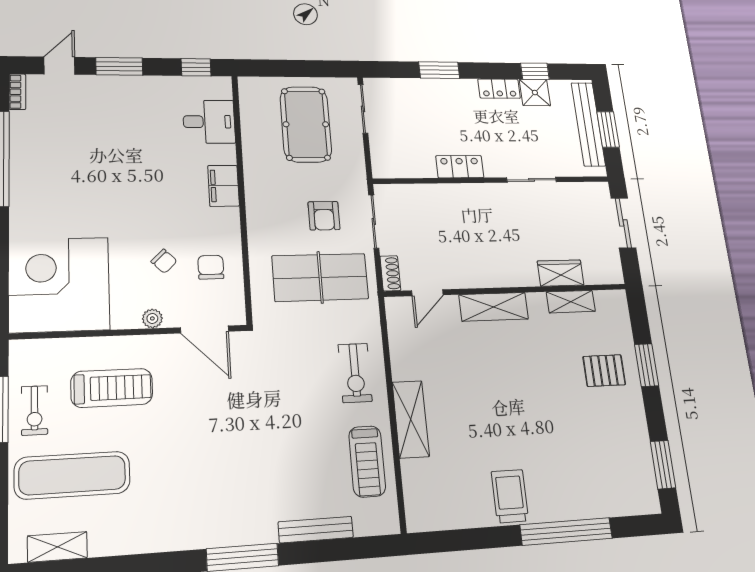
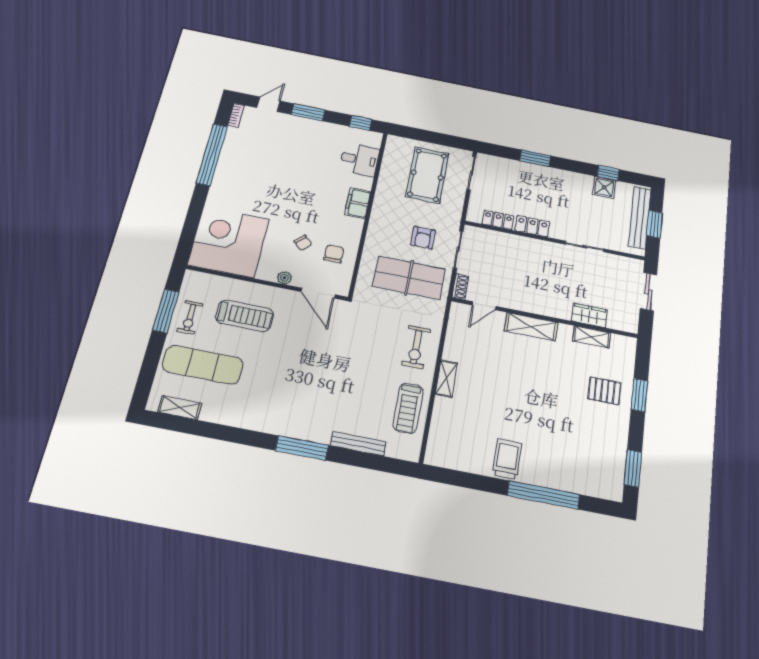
locker: (499, 89) -> (498, 220), moved, turned 180
shelving: (411, 419) -> (446, 379), width x0.67, depth x0.75

